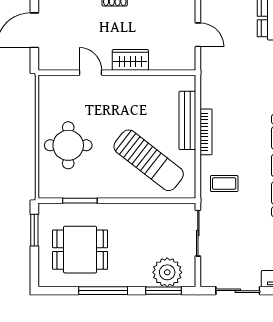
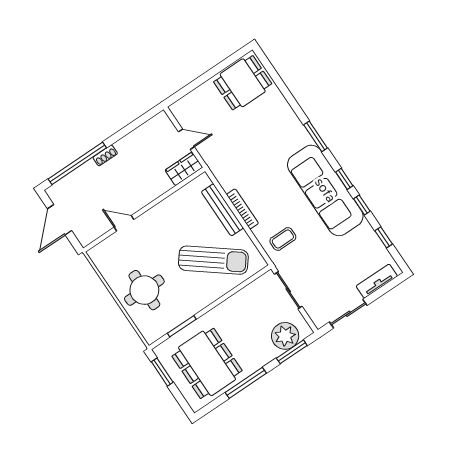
wardrobe: (130, 60) -> (184, 169), moved
dining table: (80, 250) -> (207, 363), width x1.38

